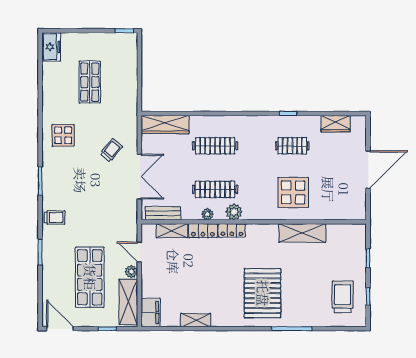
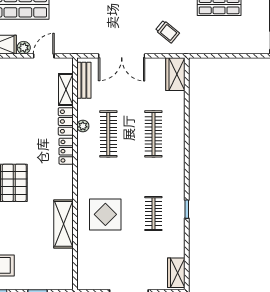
wardrobe: (336, 124) -> (176, 273), moved
wardrobe: (165, 125) -> (175, 74), width x0.67
trolley: (111, 150) -> (167, 32), moved
plant: (234, 212) -> (85, 153), removed

